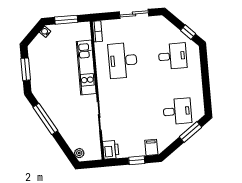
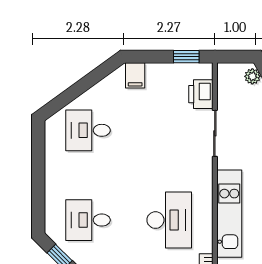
window: (191, 132) -> (70, 95), removed
printer: (111, 150) -> (201, 94), moved
window: (137, 160) -> (186, 57), moved

